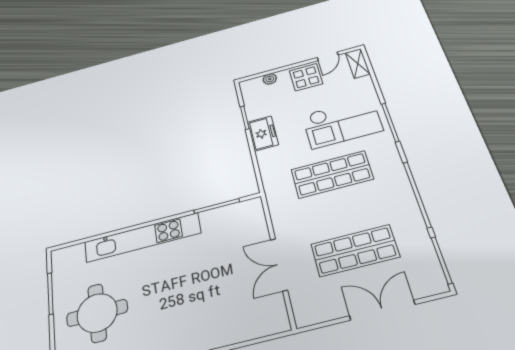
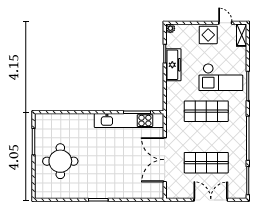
door: (328, 56) -> (225, 23), swing flipped
plant: (270, 79) -> (170, 28), moved
freezer: (263, 133) -> (173, 65), width x1.40
kitchen unit: (142, 238) -> (129, 121), moved
double door: (279, 264) -> (165, 160), width x1.36

